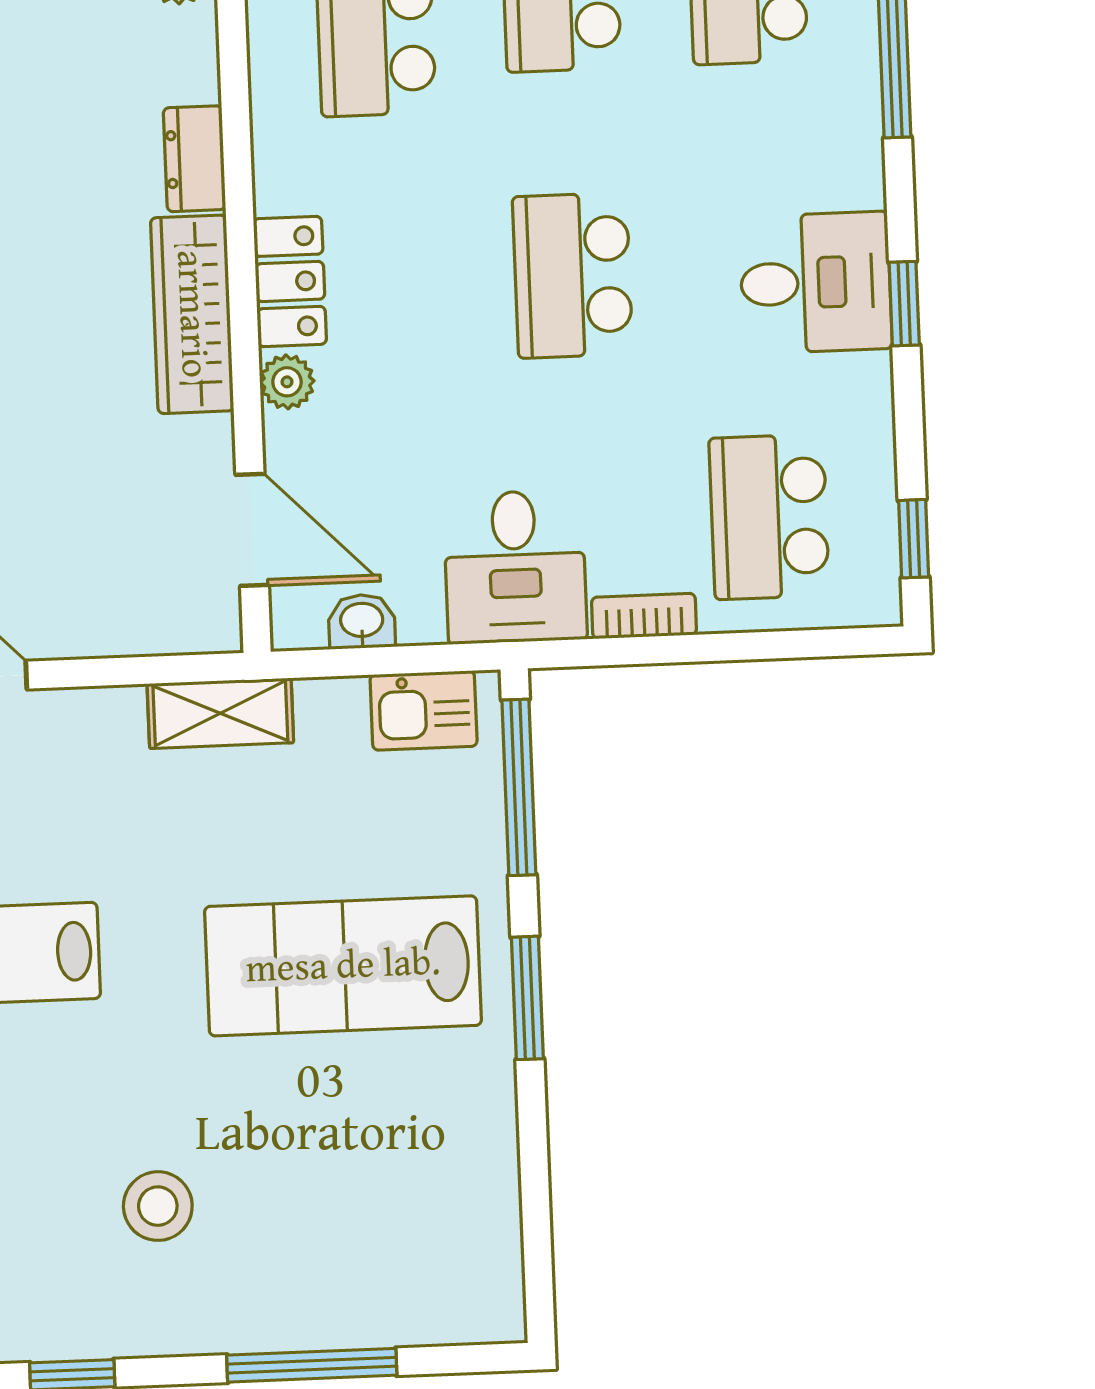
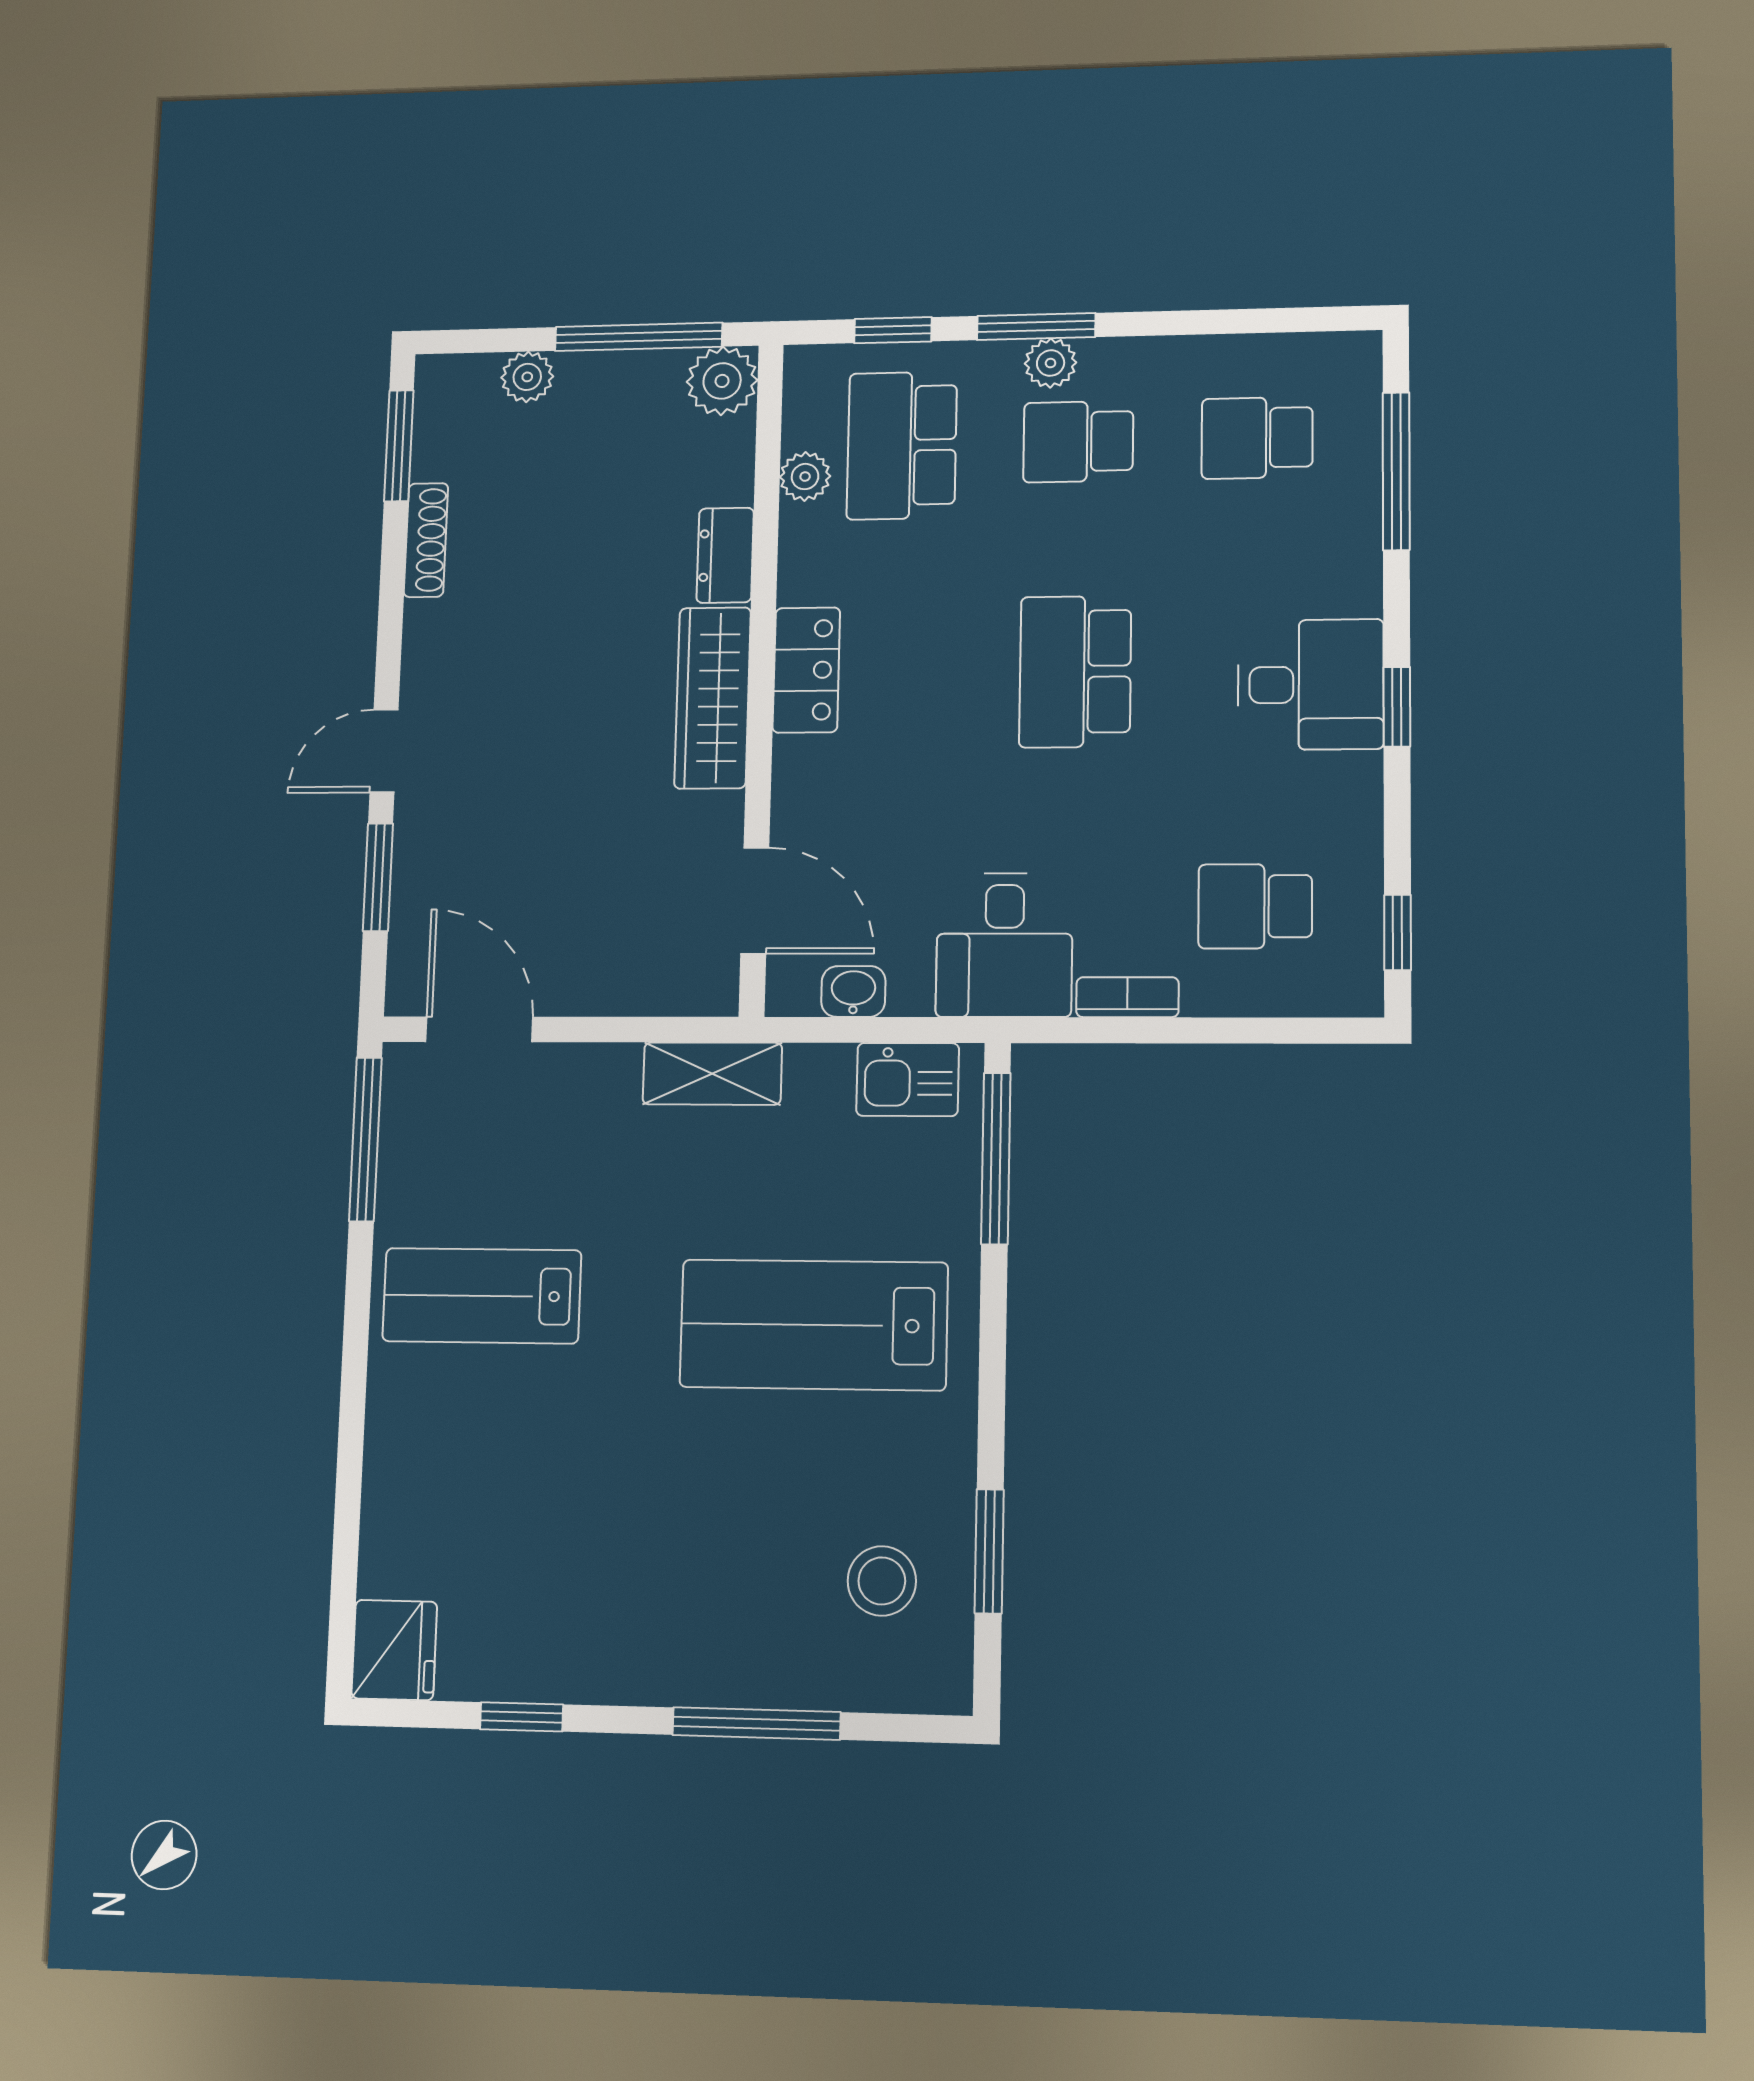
plant: (287, 382) -> (805, 477), moved
school desk: (769, 517) -> (1255, 906), width x0.54
window: (527, 998) -> (989, 1551), moved
stool: (158, 1206) -> (882, 1581), moved

